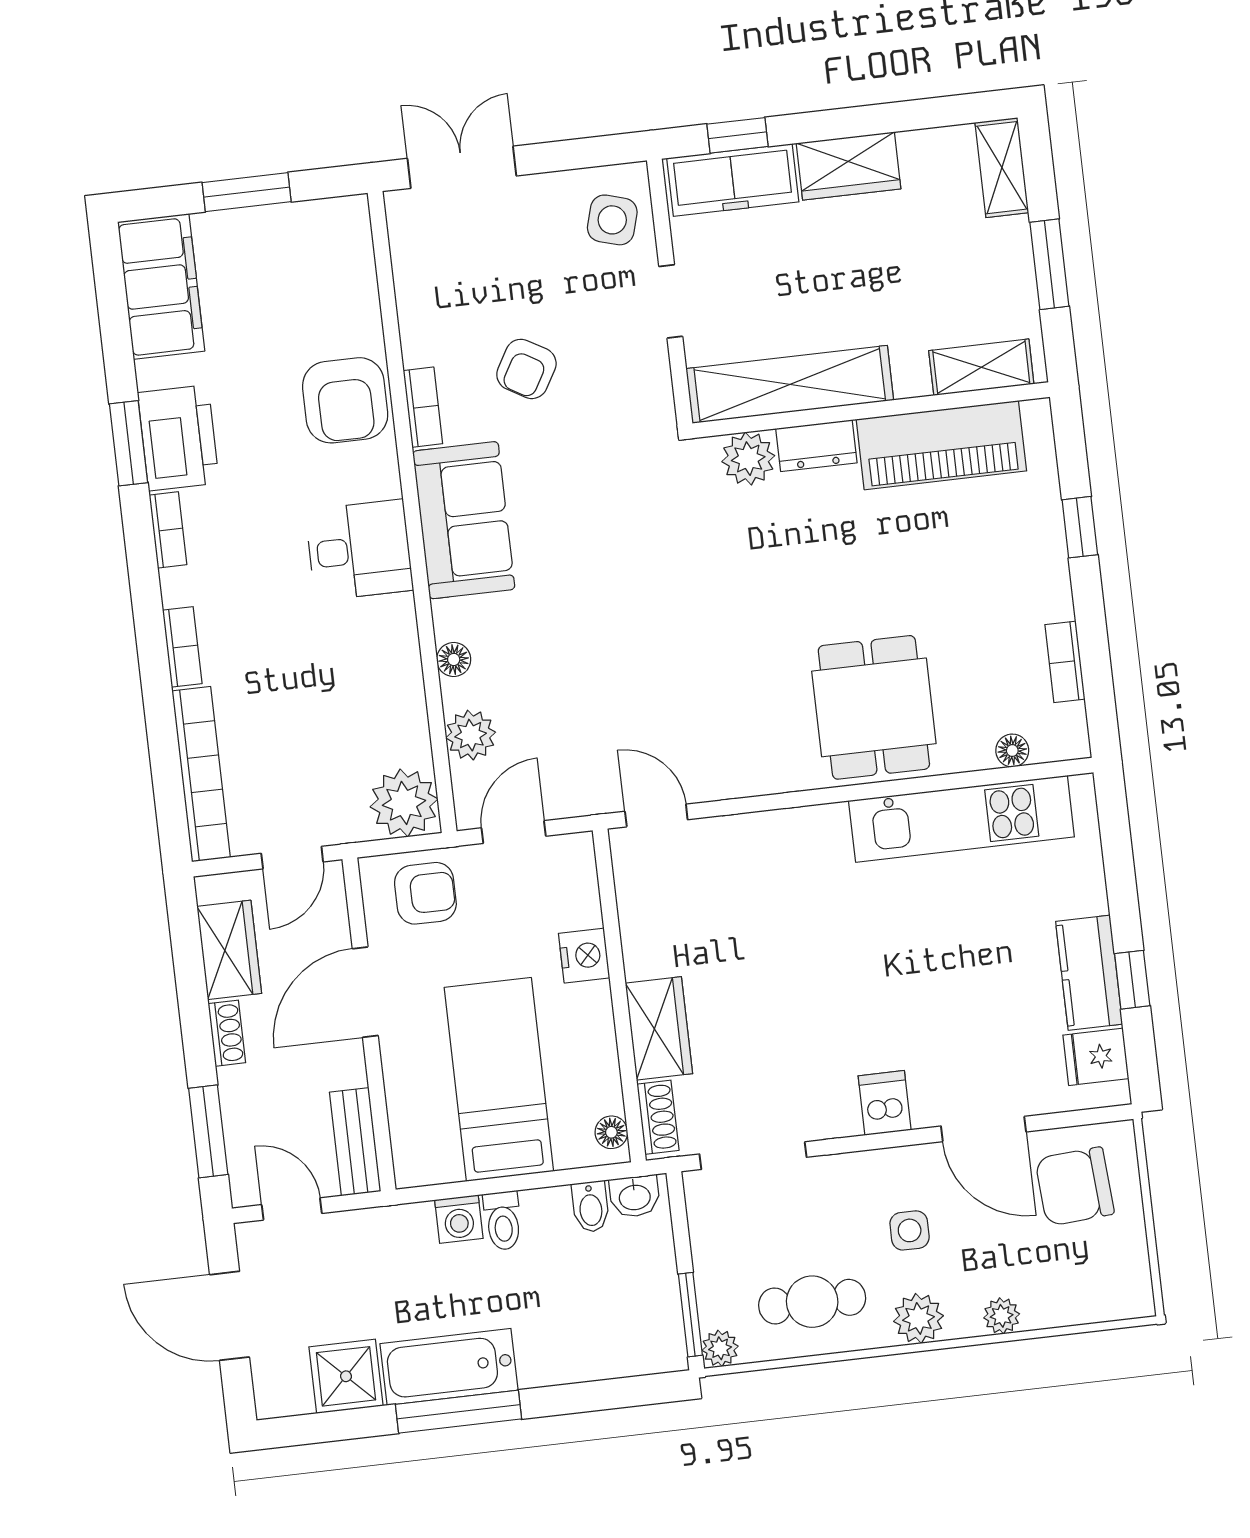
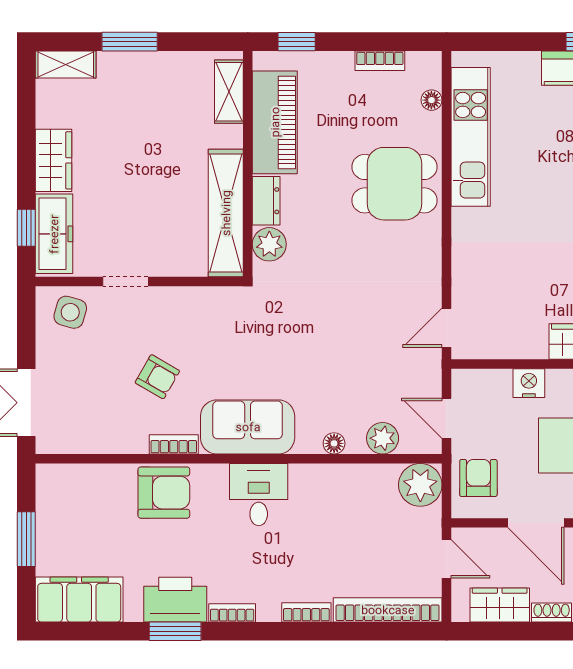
shelving: (981, 367) -> (229, 92), moved
shelving: (790, 384) -> (226, 213), moved
wall: (871, 410) -> (248, 164), moved
piano: (941, 445) -> (275, 122), moved
dresser: (816, 446) -> (266, 201), moved
plant: (748, 459) -> (269, 244), moved

